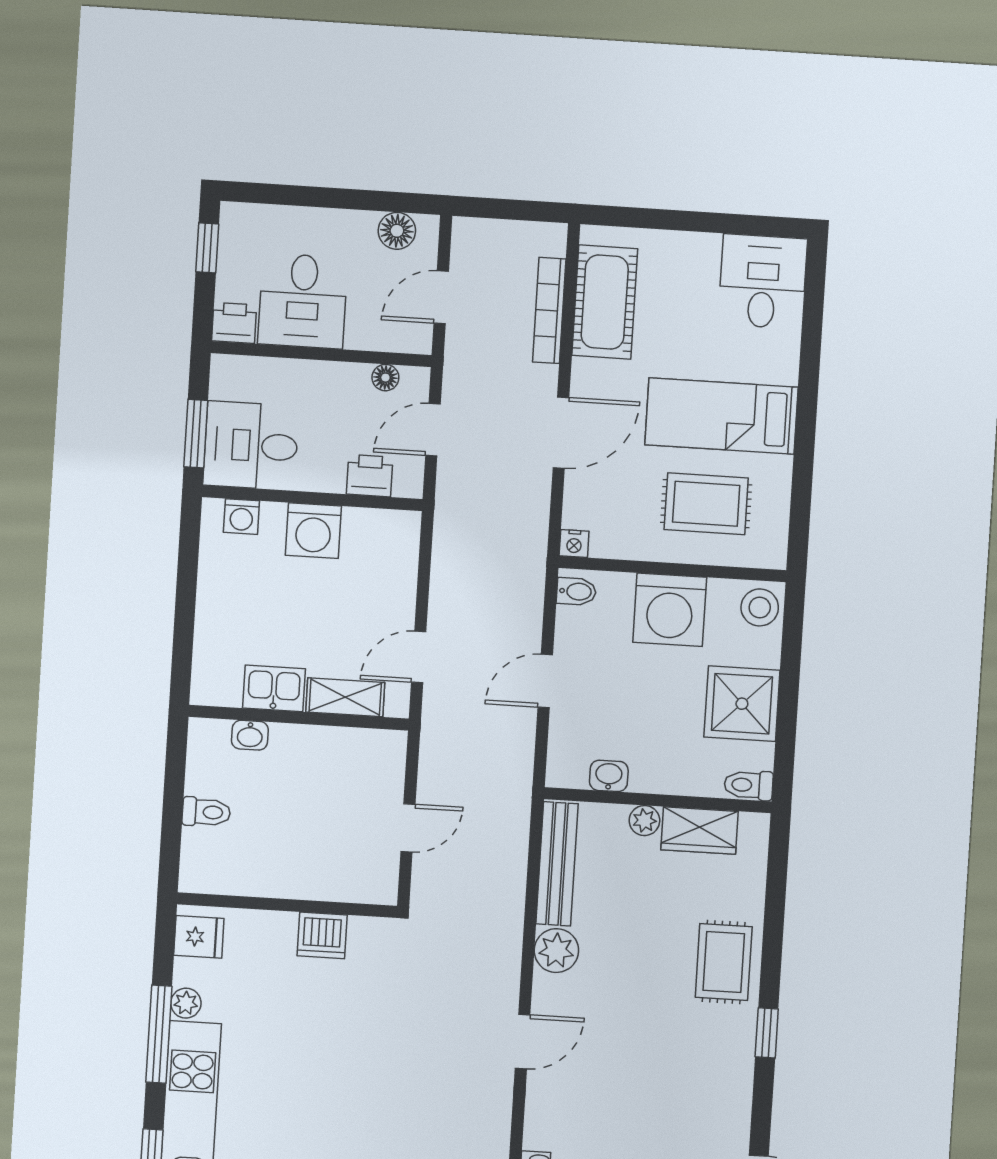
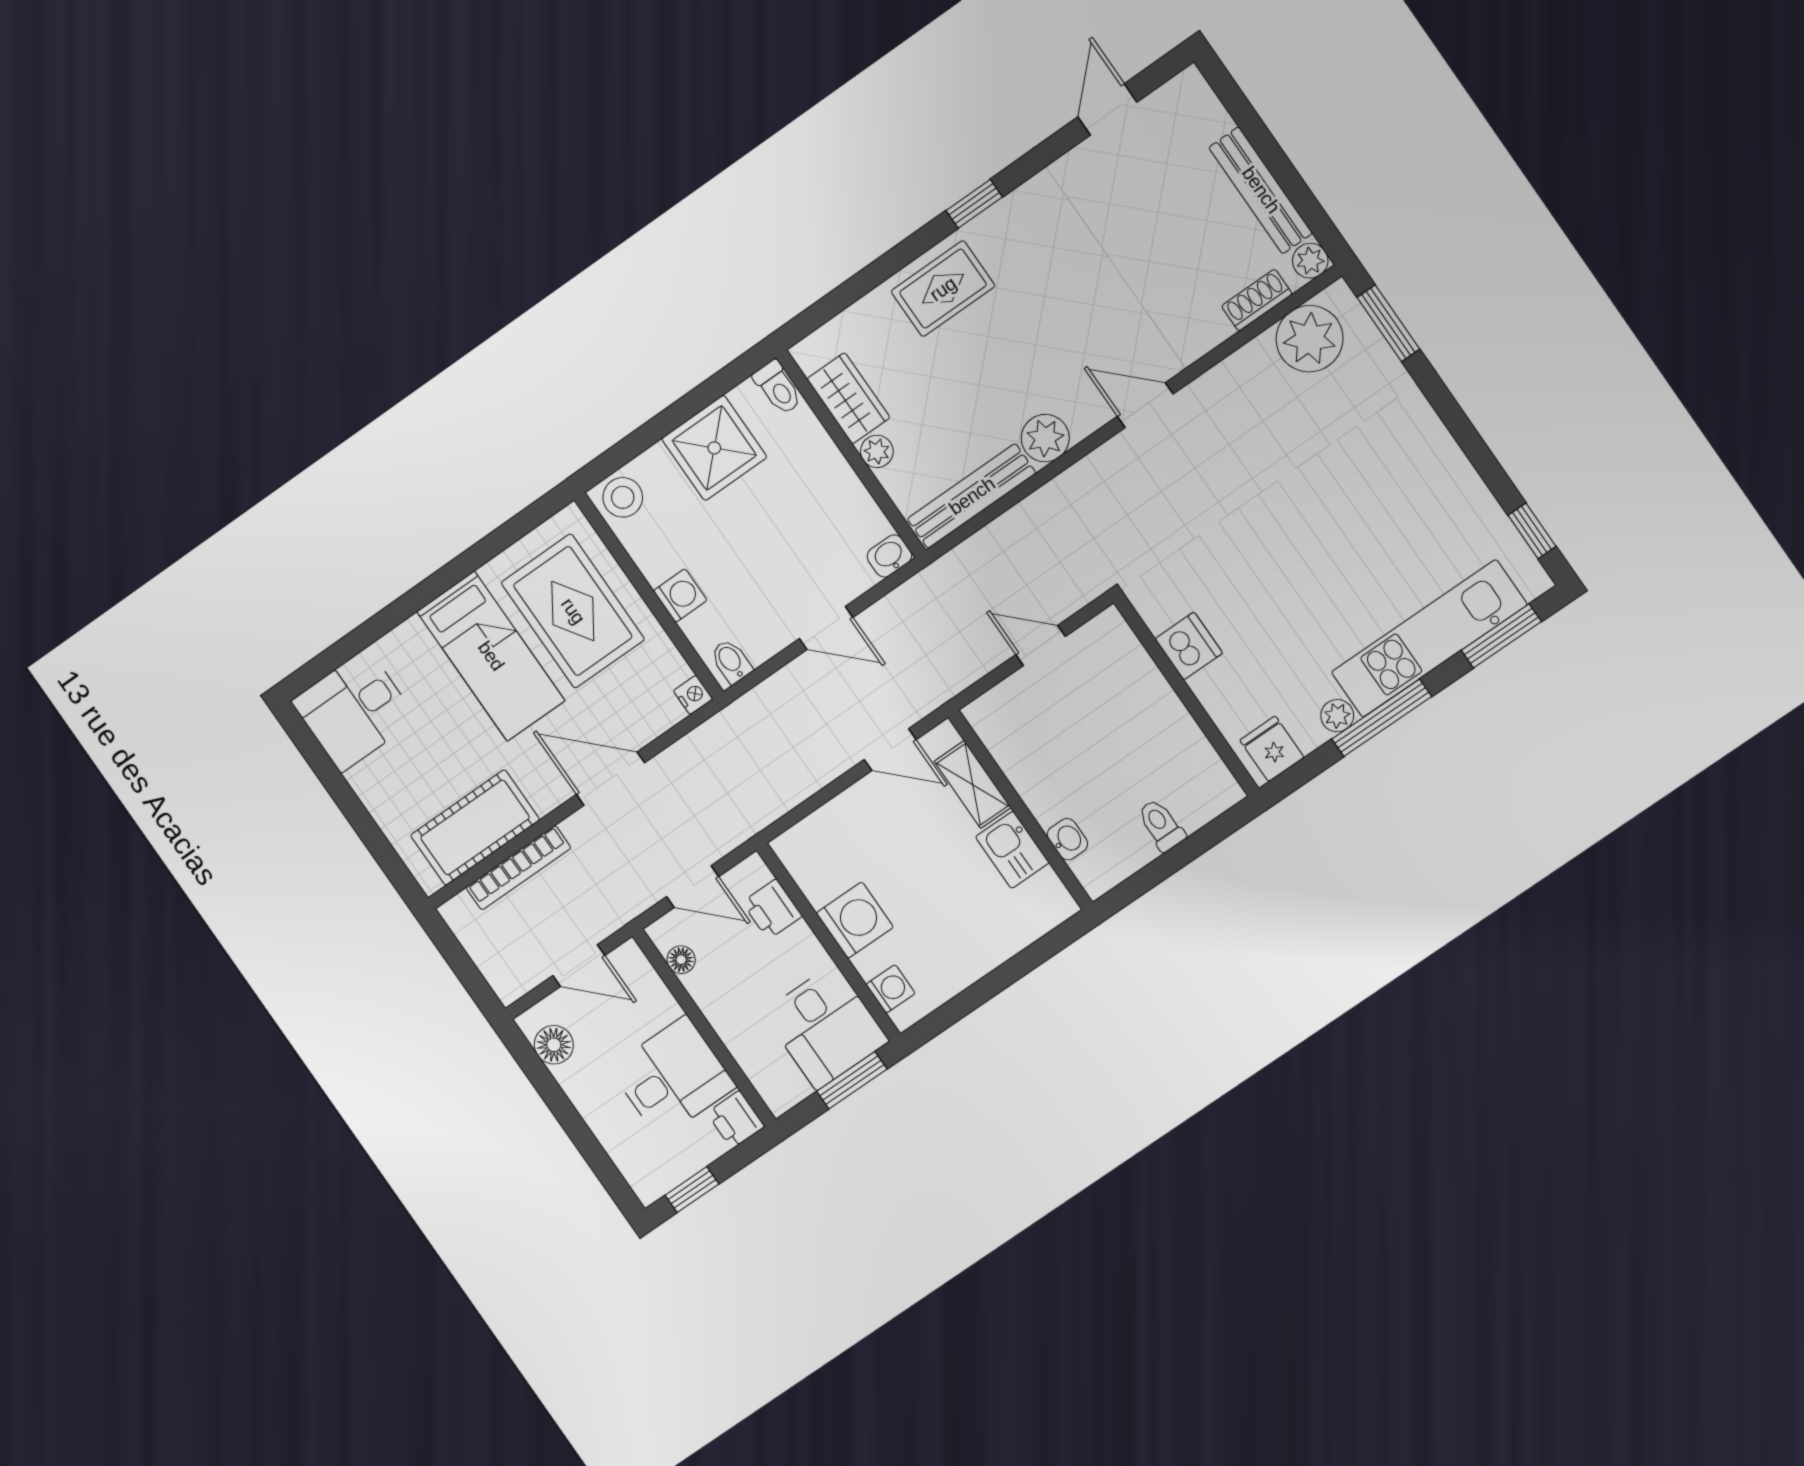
rug: (706, 504) -> (573, 611), width x1.36, depth x1.43
washing machine: (670, 610) -> (680, 595), width x0.53, depth x0.53
washbasin: (609, 776) -> (889, 556), moved, turned 90

